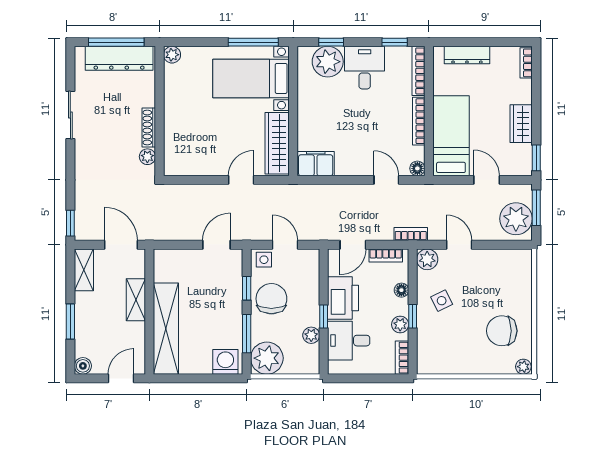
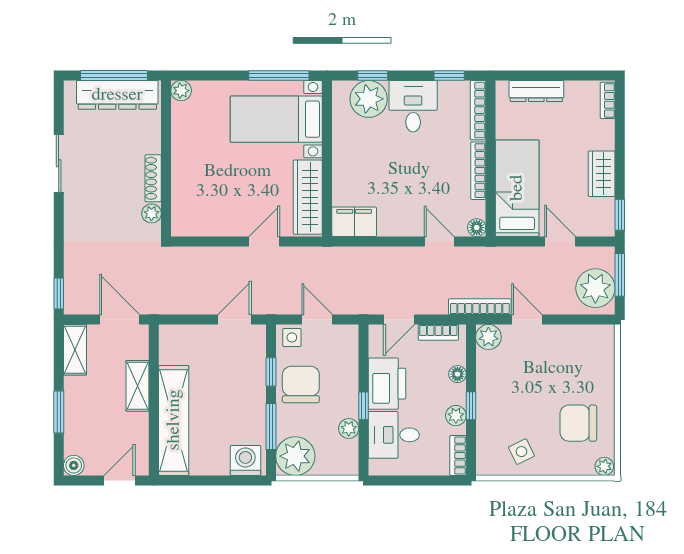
bookcase: (411, 234) -> (480, 307), width x1.56
side table: (442, 301) -> (521, 452), moved

